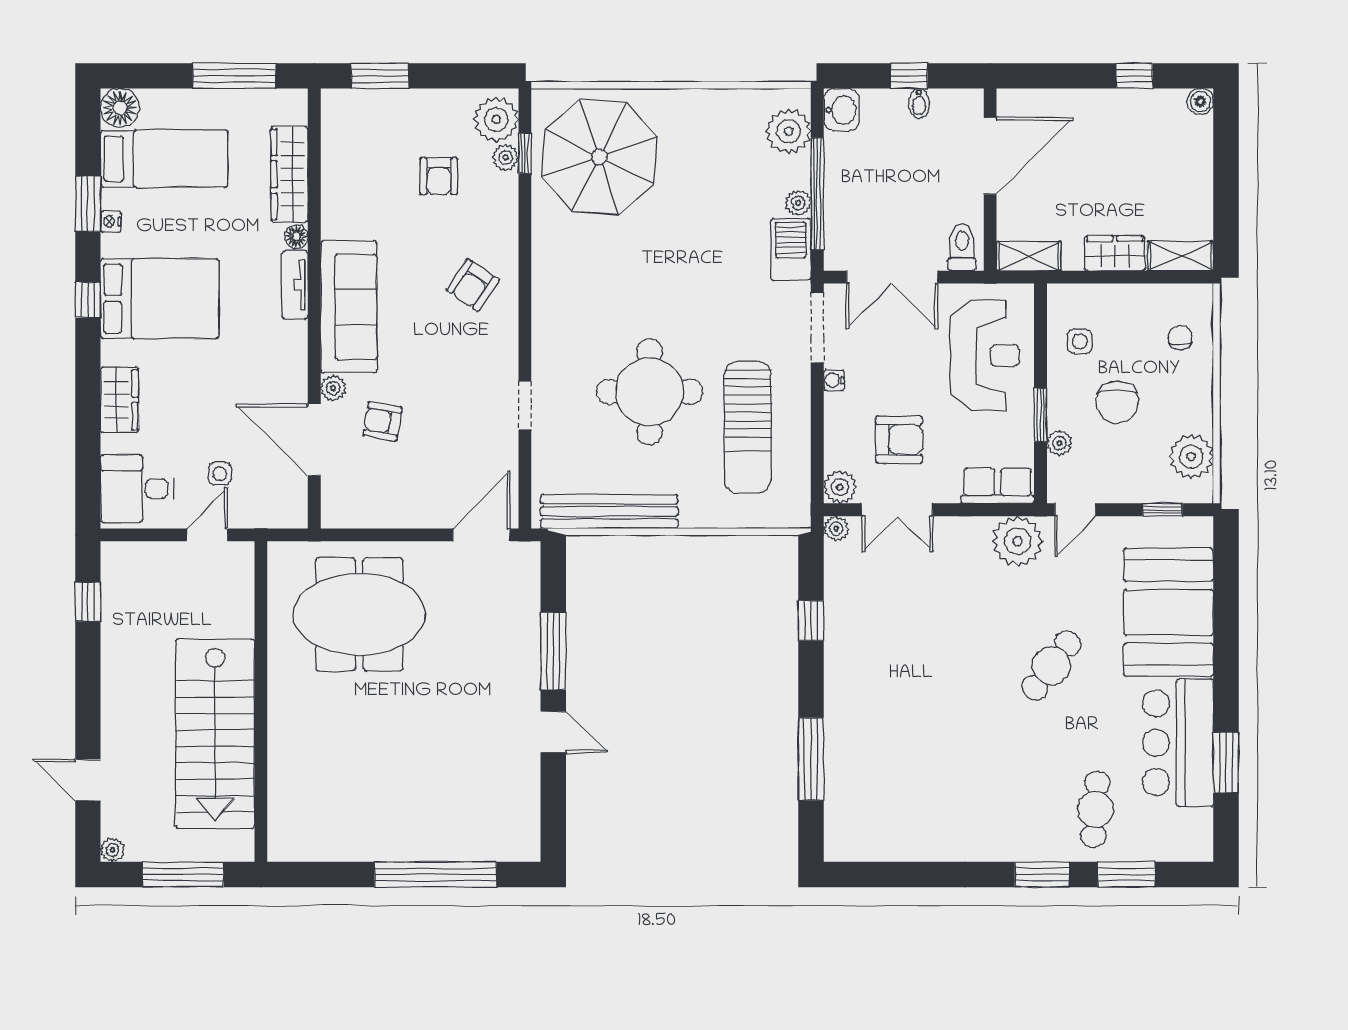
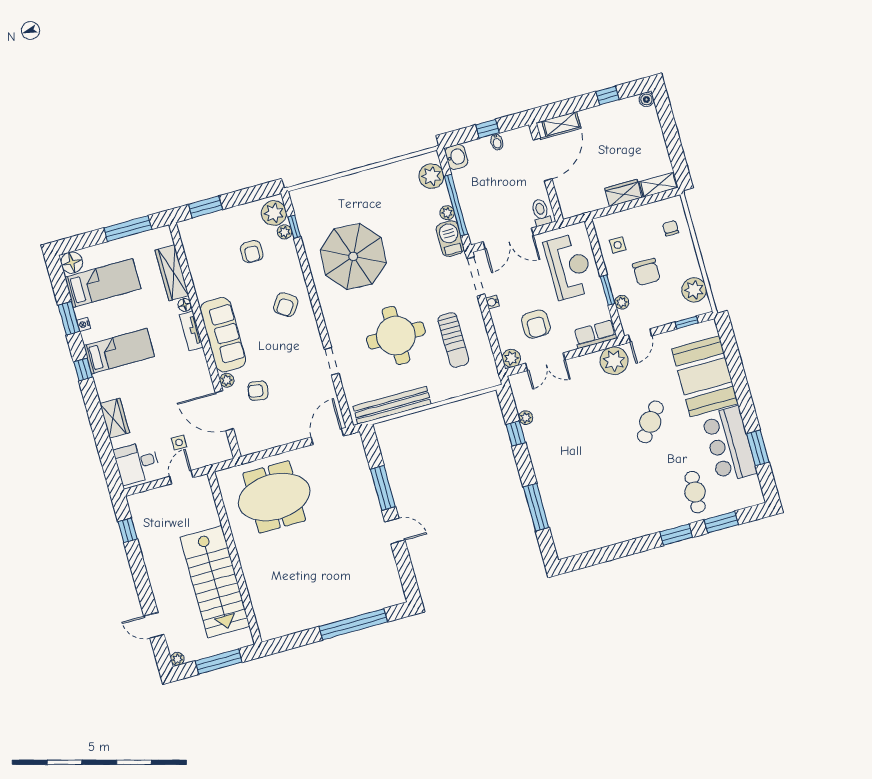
parasol: (599, 157) -> (353, 256), moved
shelving: (1029, 256) -> (561, 124), moved
bed: (160, 299) -> (119, 351), width x0.67
sun lounger: (748, 427) -> (453, 340), width x0.73, depth x0.75
armchair: (899, 440) -> (536, 324), turned 90
plant: (836, 529) -> (526, 418), moved

